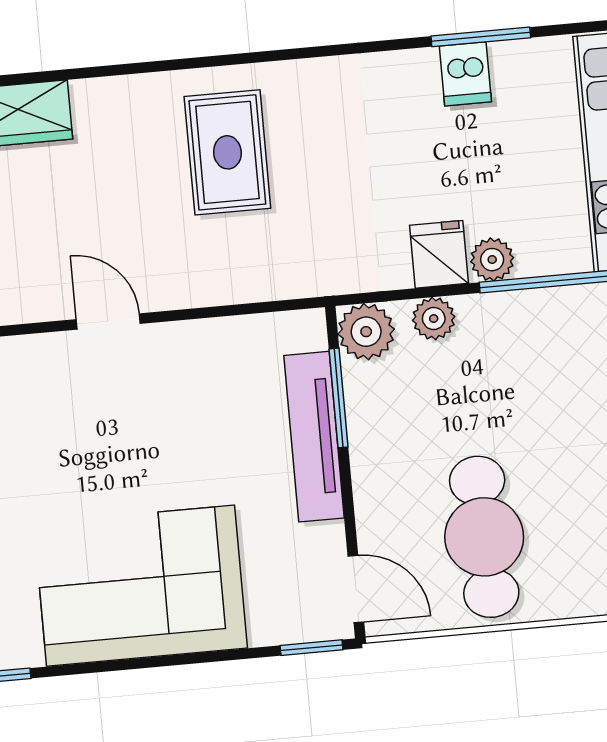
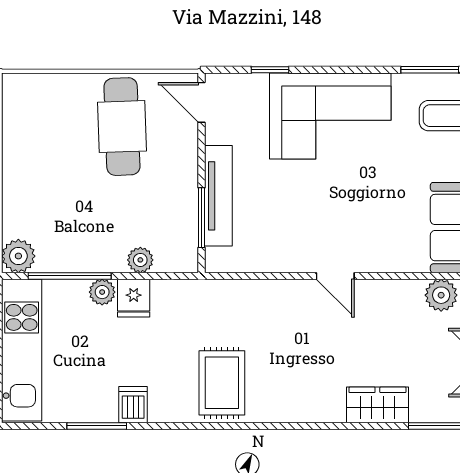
dishwasher: (465, 74) -> (133, 405), moved
rug: (227, 152) -> (222, 383), moved
plant: (366, 332) -> (181, 256), removed
window: (312, 648) -> (270, 70), moved

